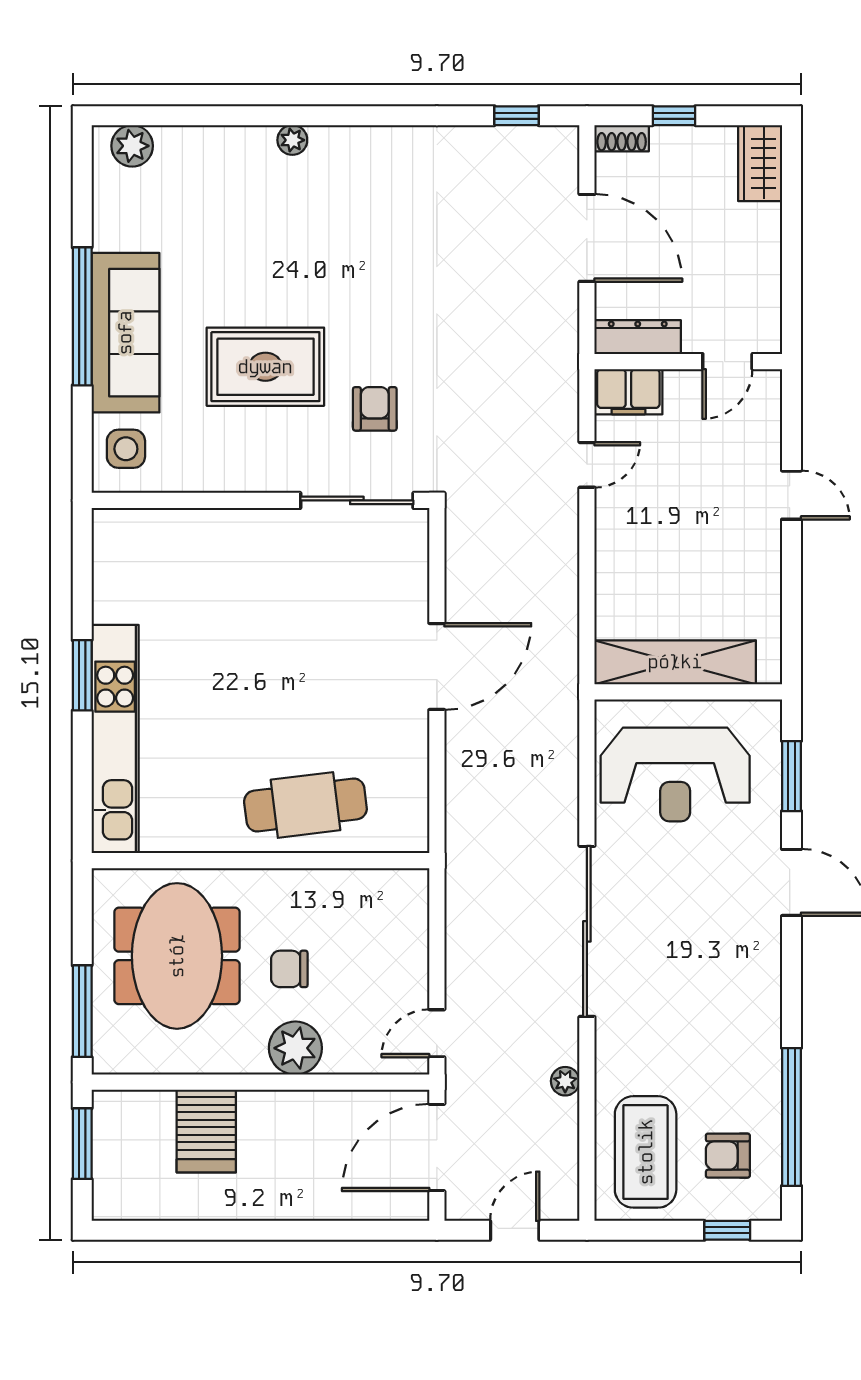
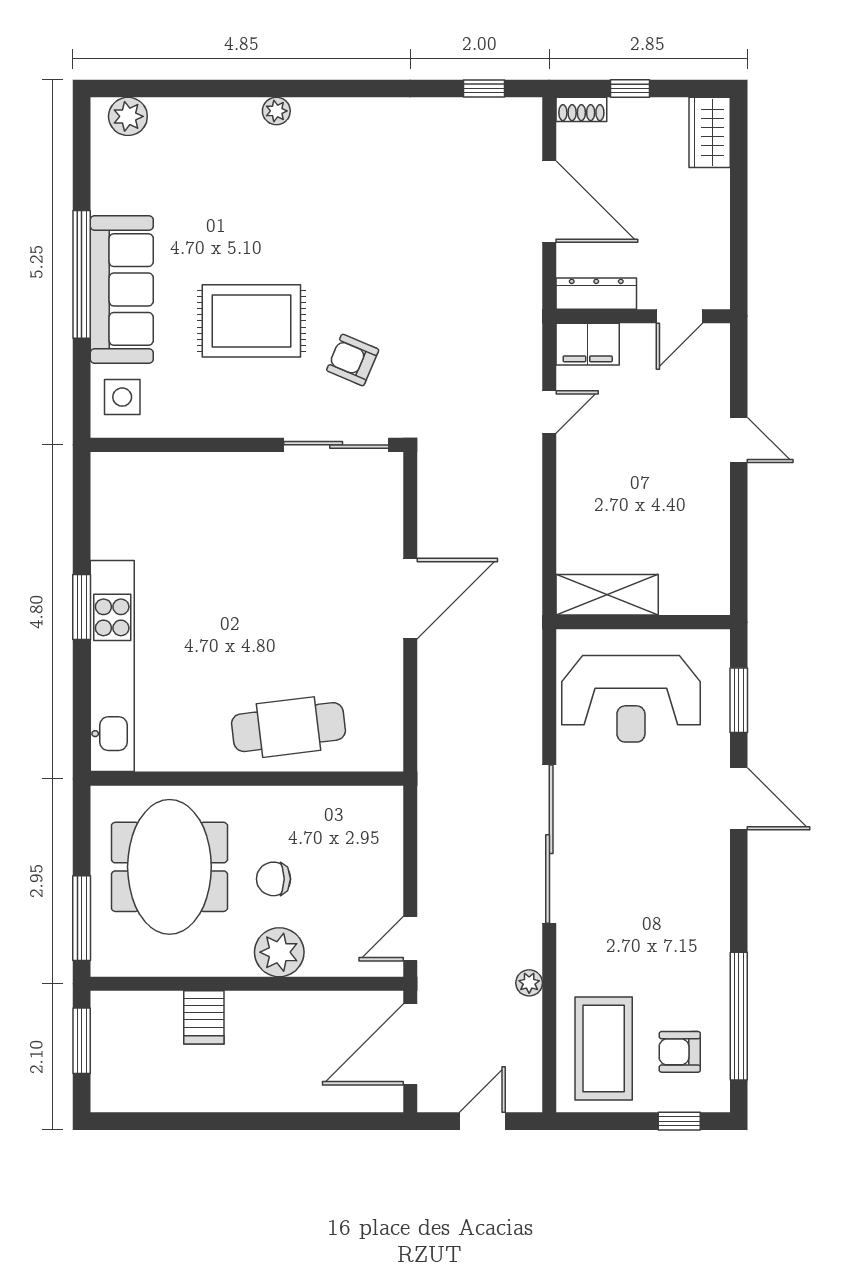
armchair: (375, 409) -> (353, 360), turned -67
shelving: (675, 662) -> (607, 595), width x0.68
server rack: (206, 1131) -> (204, 1017), width x0.73, depth x0.70

